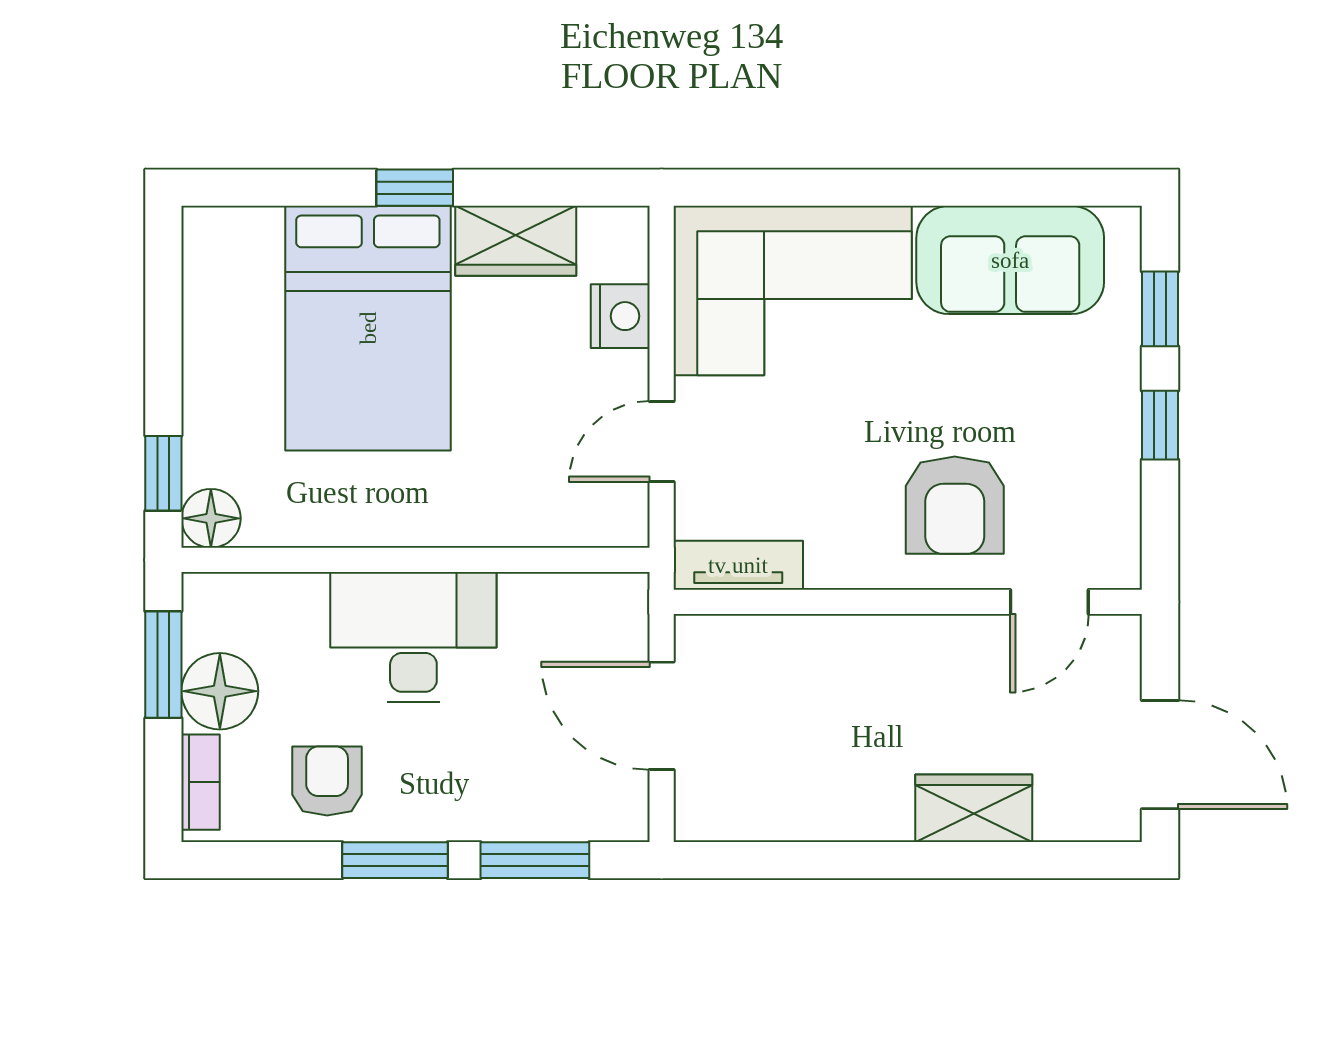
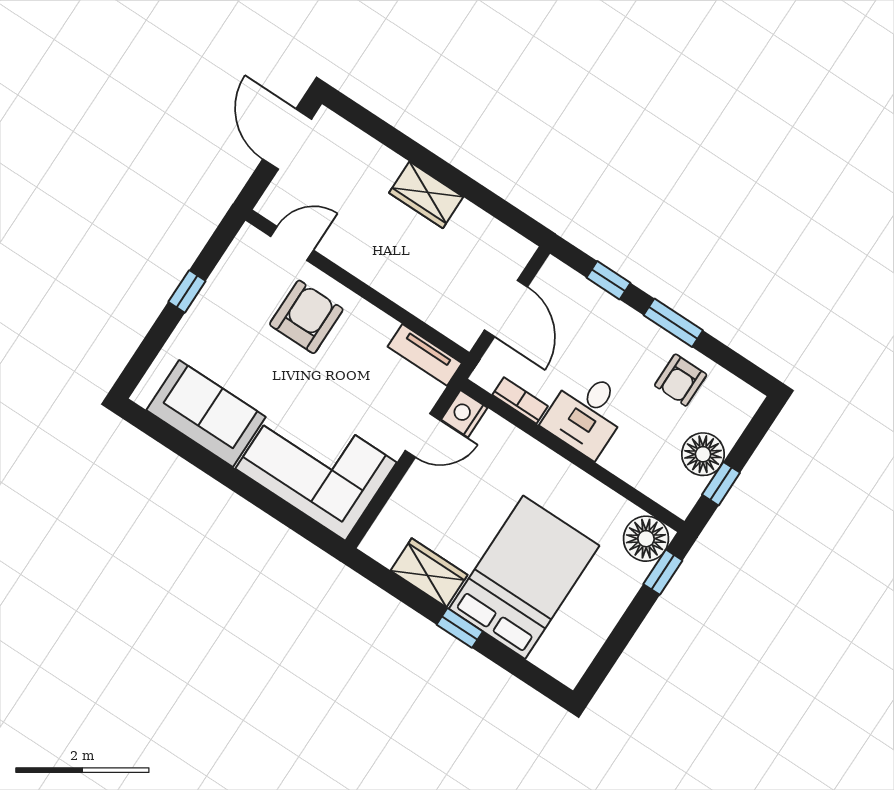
window: (1160, 309) -> (152, 345), removed
nightstand: (620, 316) -> (464, 414), moved
floor lamp: (211, 518) -> (646, 539), width x1.38, depth x1.38
desk: (413, 637) -> (586, 414), width x0.73
window: (163, 665) -> (721, 484), width x0.67
bookcase: (201, 782) -> (520, 400), moved, turned 90
wardrobe: (974, 808) -> (426, 195), moved
window: (535, 860) -> (608, 280), width x0.67

